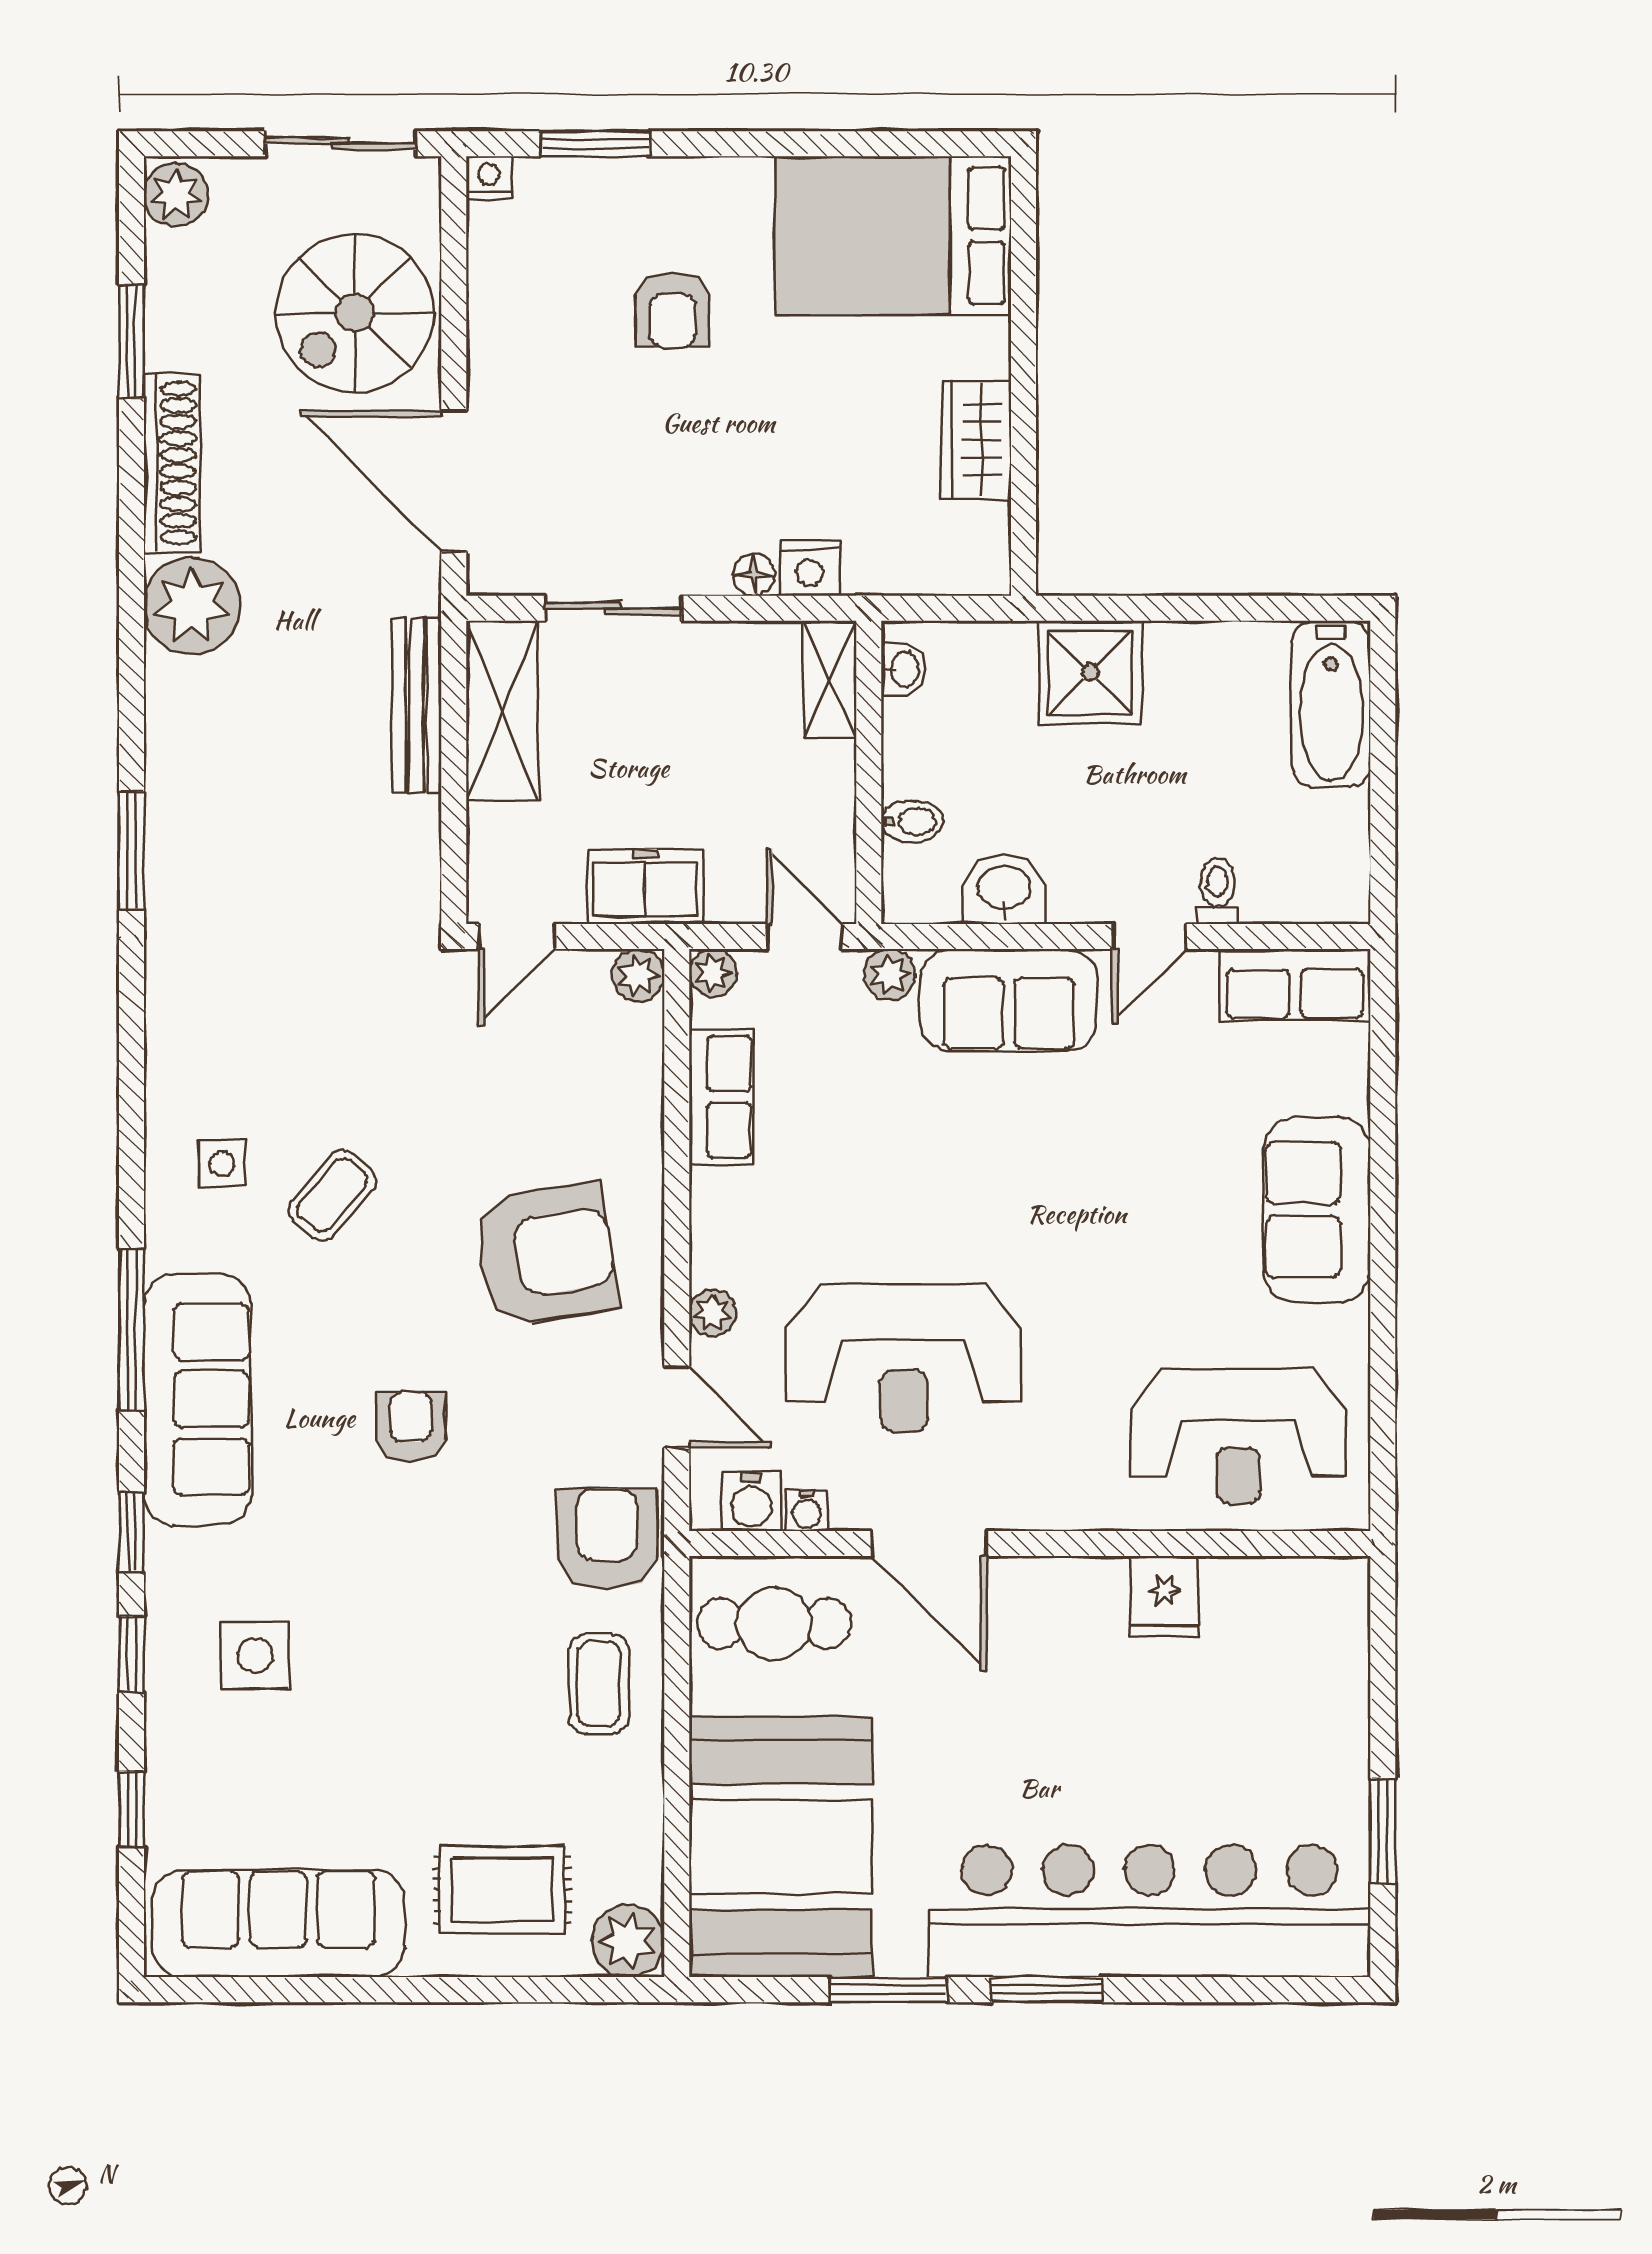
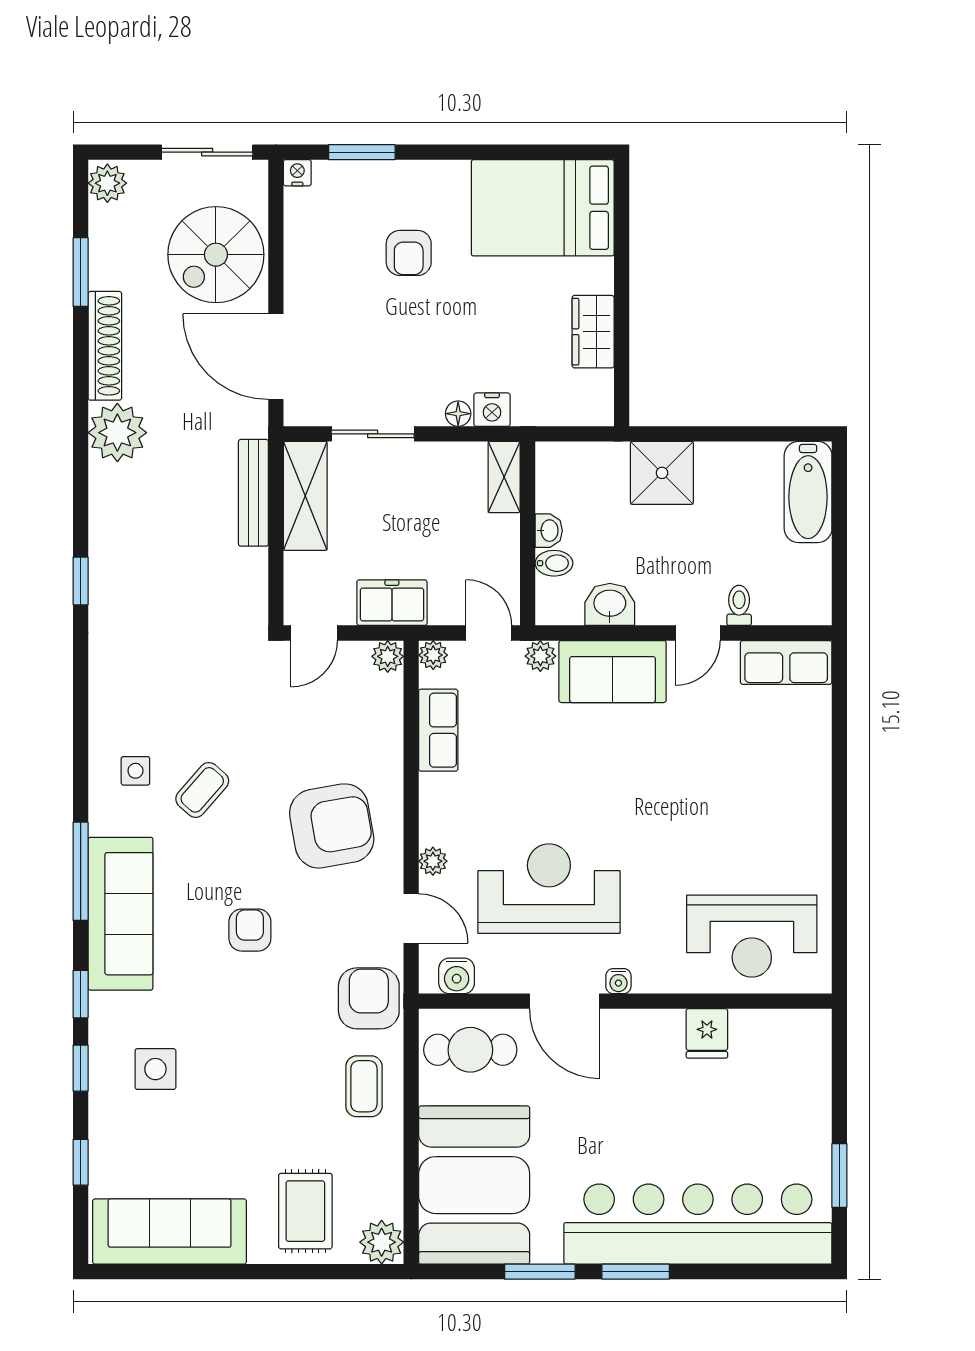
washbasin: (903, 669) -> (549, 531), moved
window: (132, 851) -> (81, 581), width x0.67
sofa: (1317, 1210) -> (800, 799), removed
reception desk: (904, 1358) -> (549, 889), turned 180
water cooler: (807, 1510) -> (618, 981), moved
rug: (502, 1890) -> (305, 1211), turned 90

